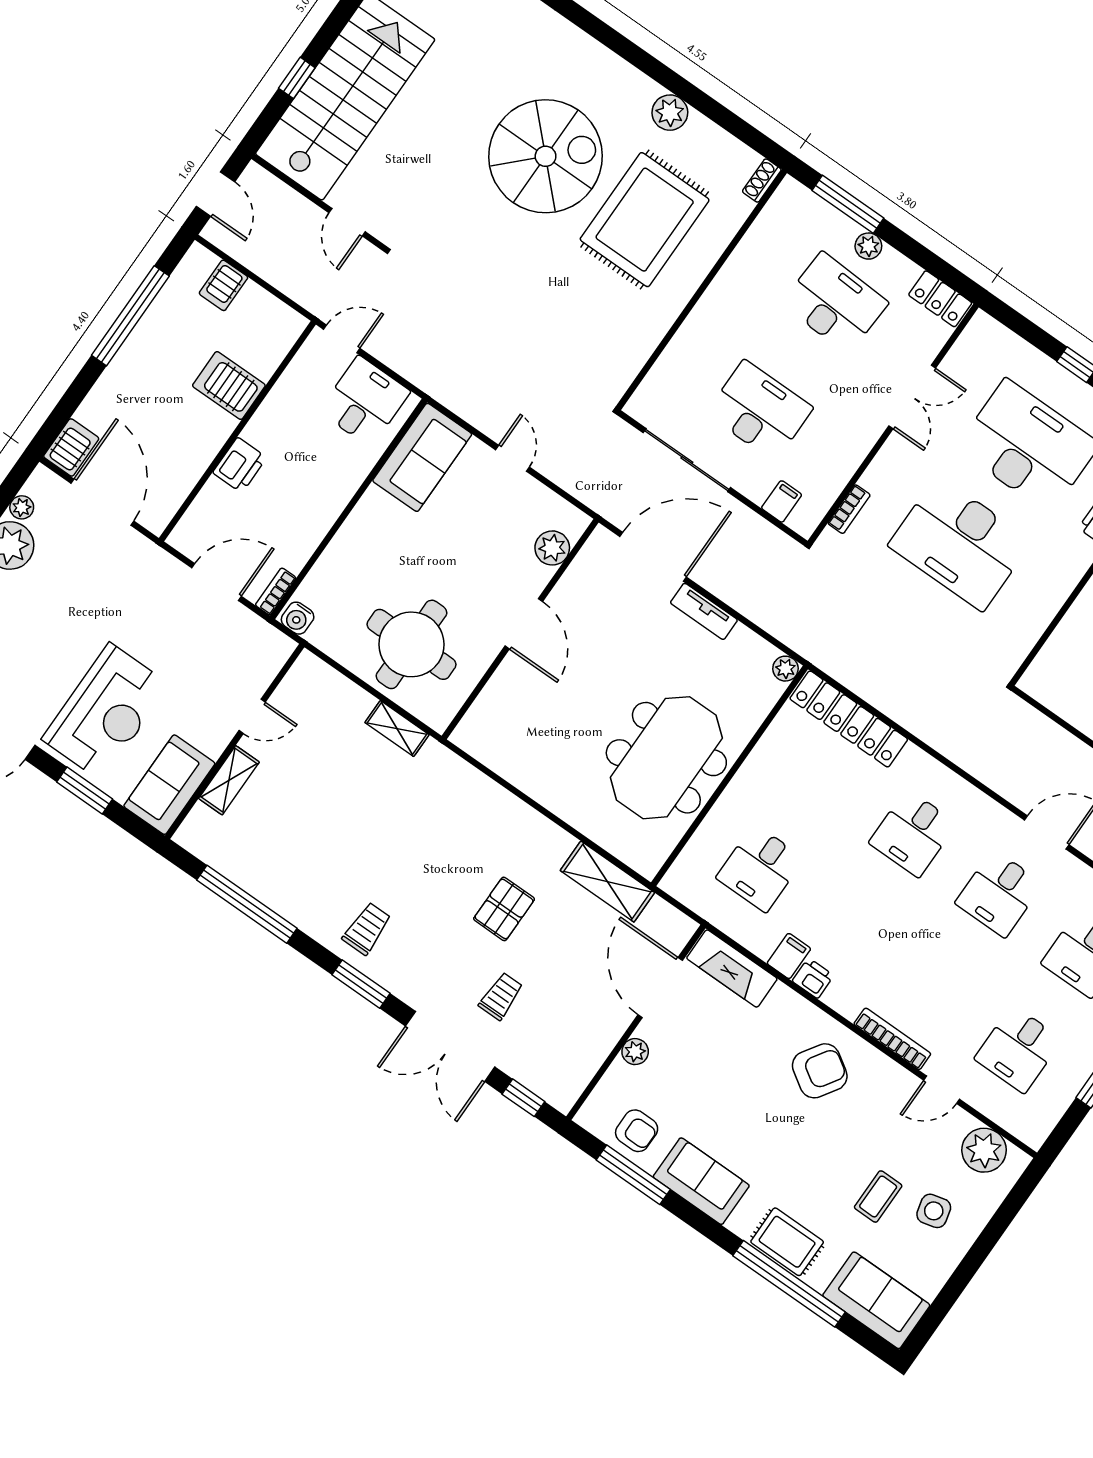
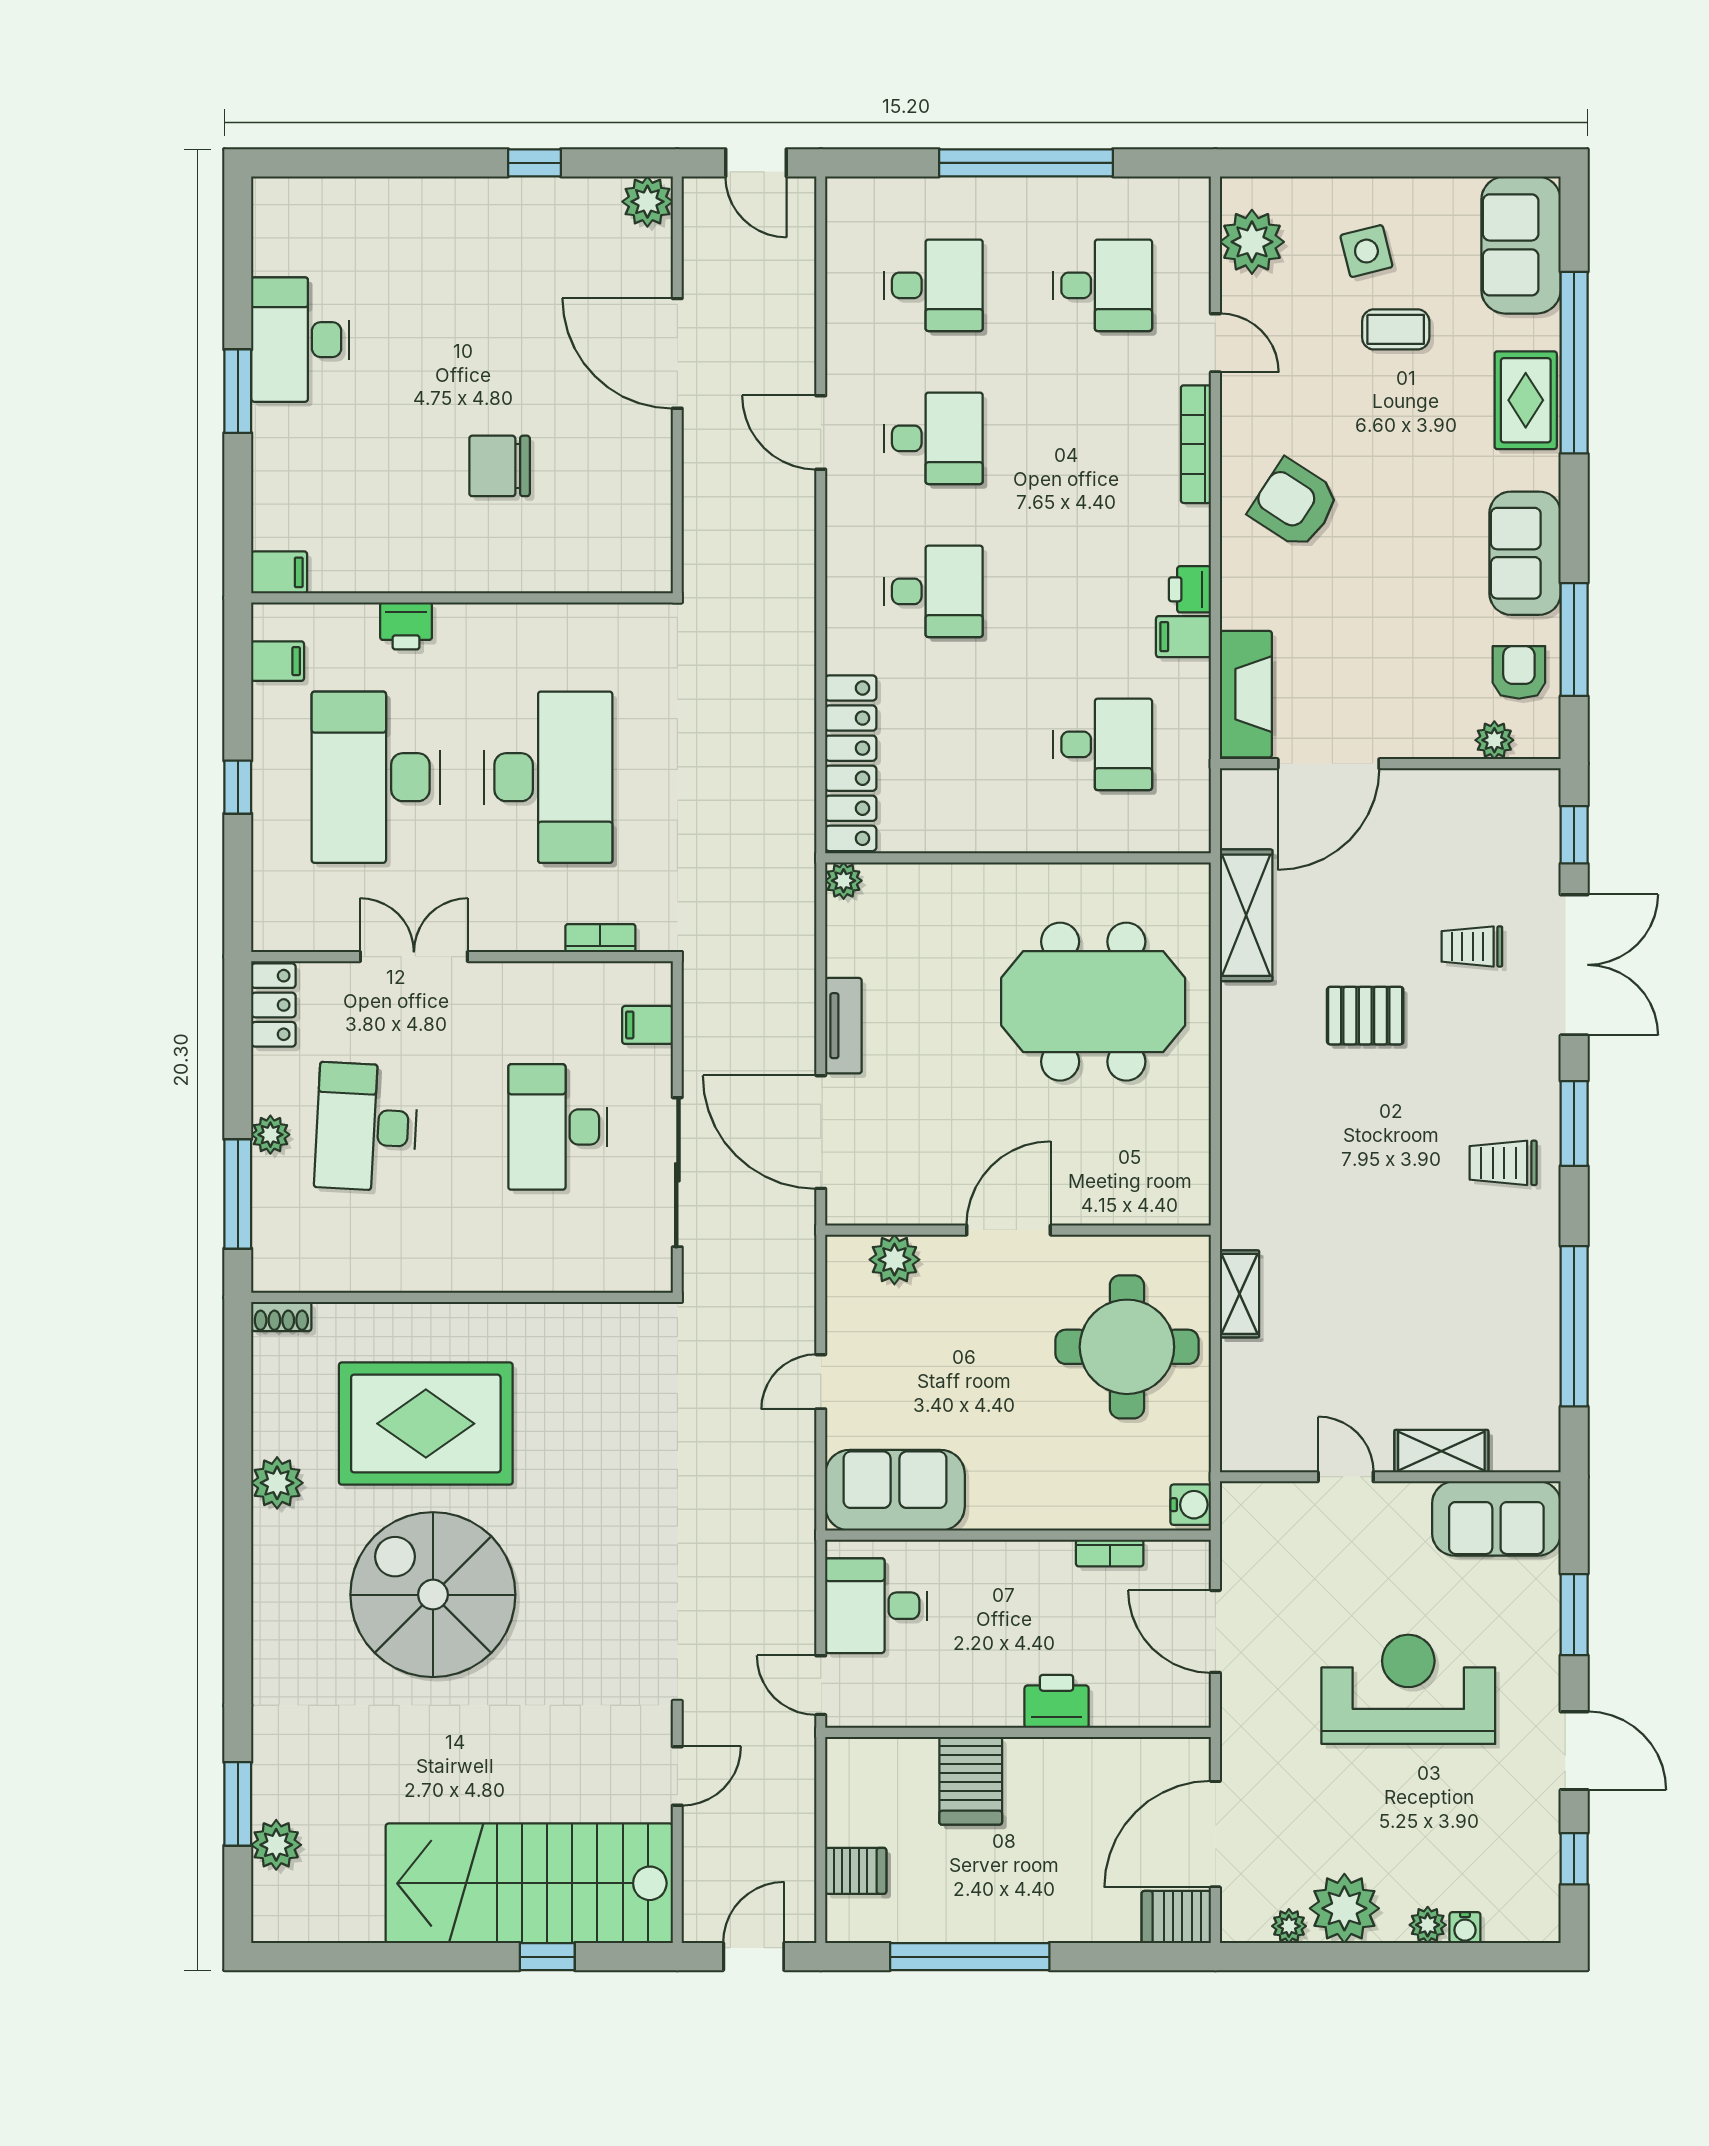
bookcase: (276, 591) -> (1110, 1553), moved
reception desk: (106, 712) -> (1408, 1689), moved
meeting table: (666, 758) -> (1093, 1002), moved
plant: (635, 1052) -> (1494, 740), moved

